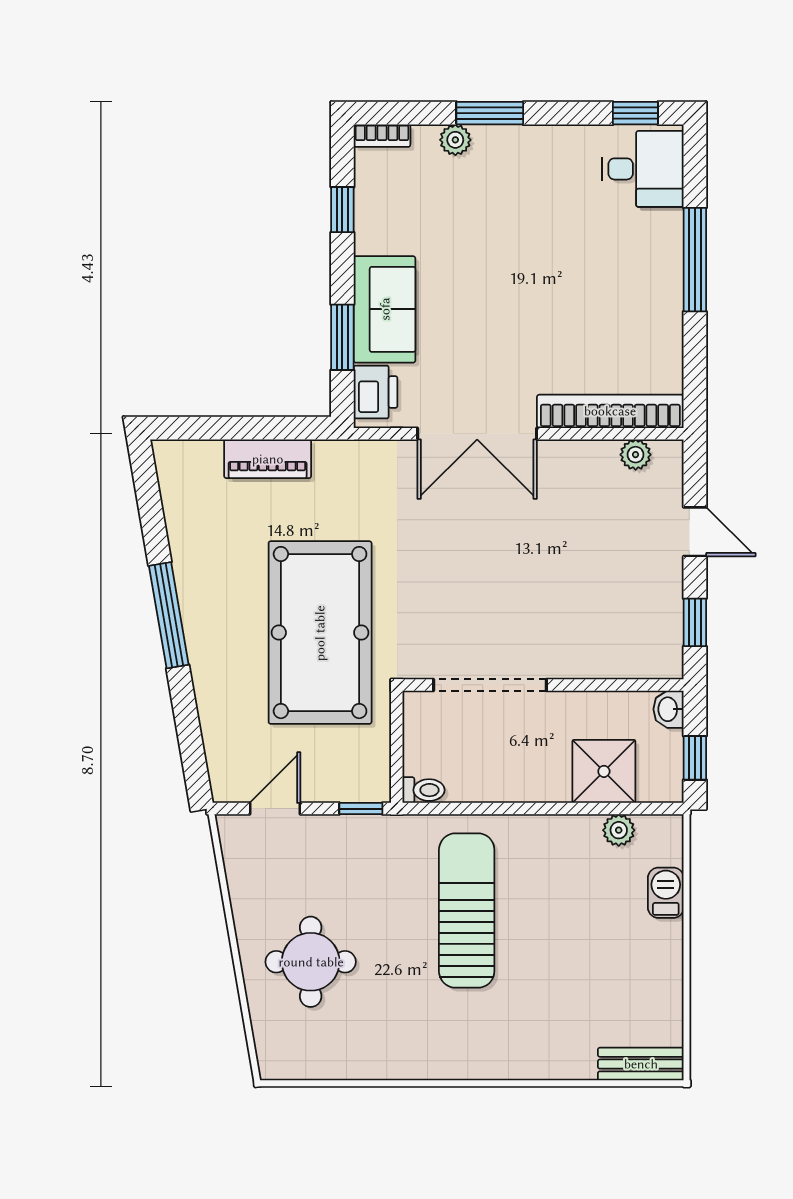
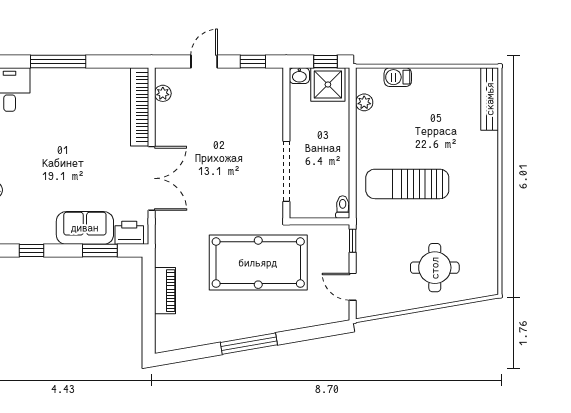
shower: (604, 771) -> (328, 84), moved
bench: (641, 1064) -> (490, 99), width x1.36

